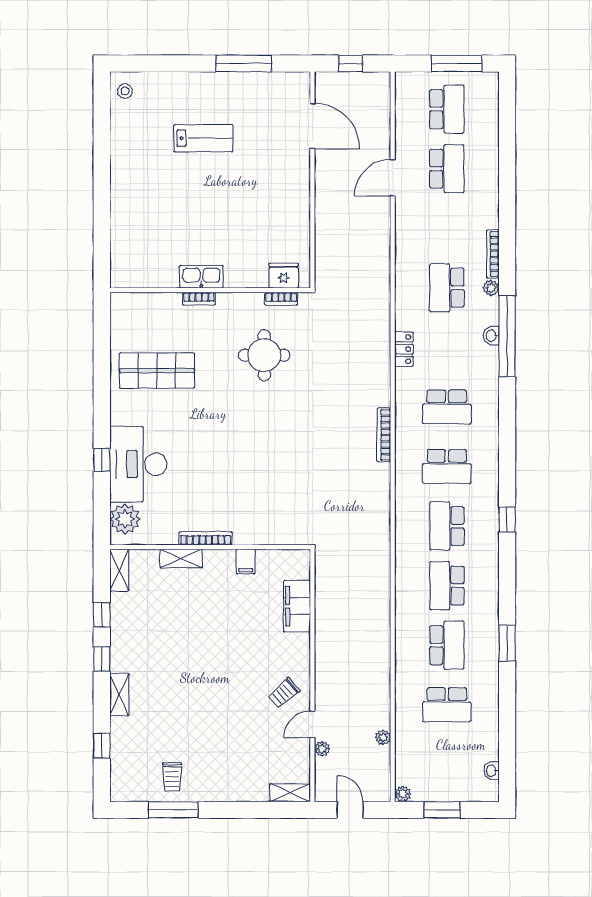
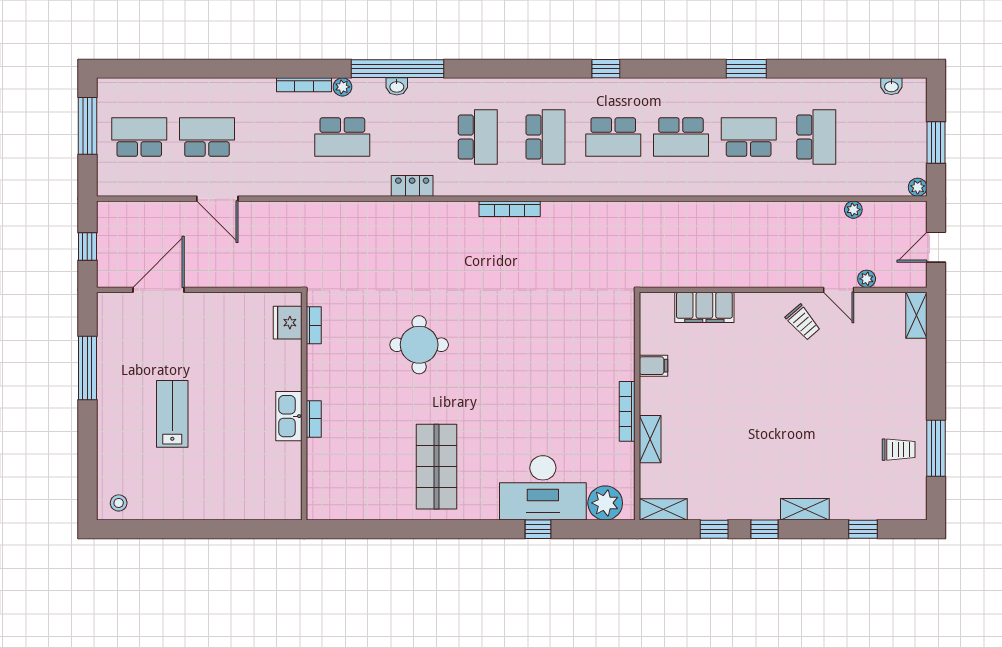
fridge: (284, 276) -> (288, 323), moved
kitchen sink: (201, 277) -> (289, 416), moved
wall: (210, 290) -> (304, 406), moved
bookcase: (199, 299) -> (314, 419), moved
bookcase: (281, 299) -> (314, 325), moved

